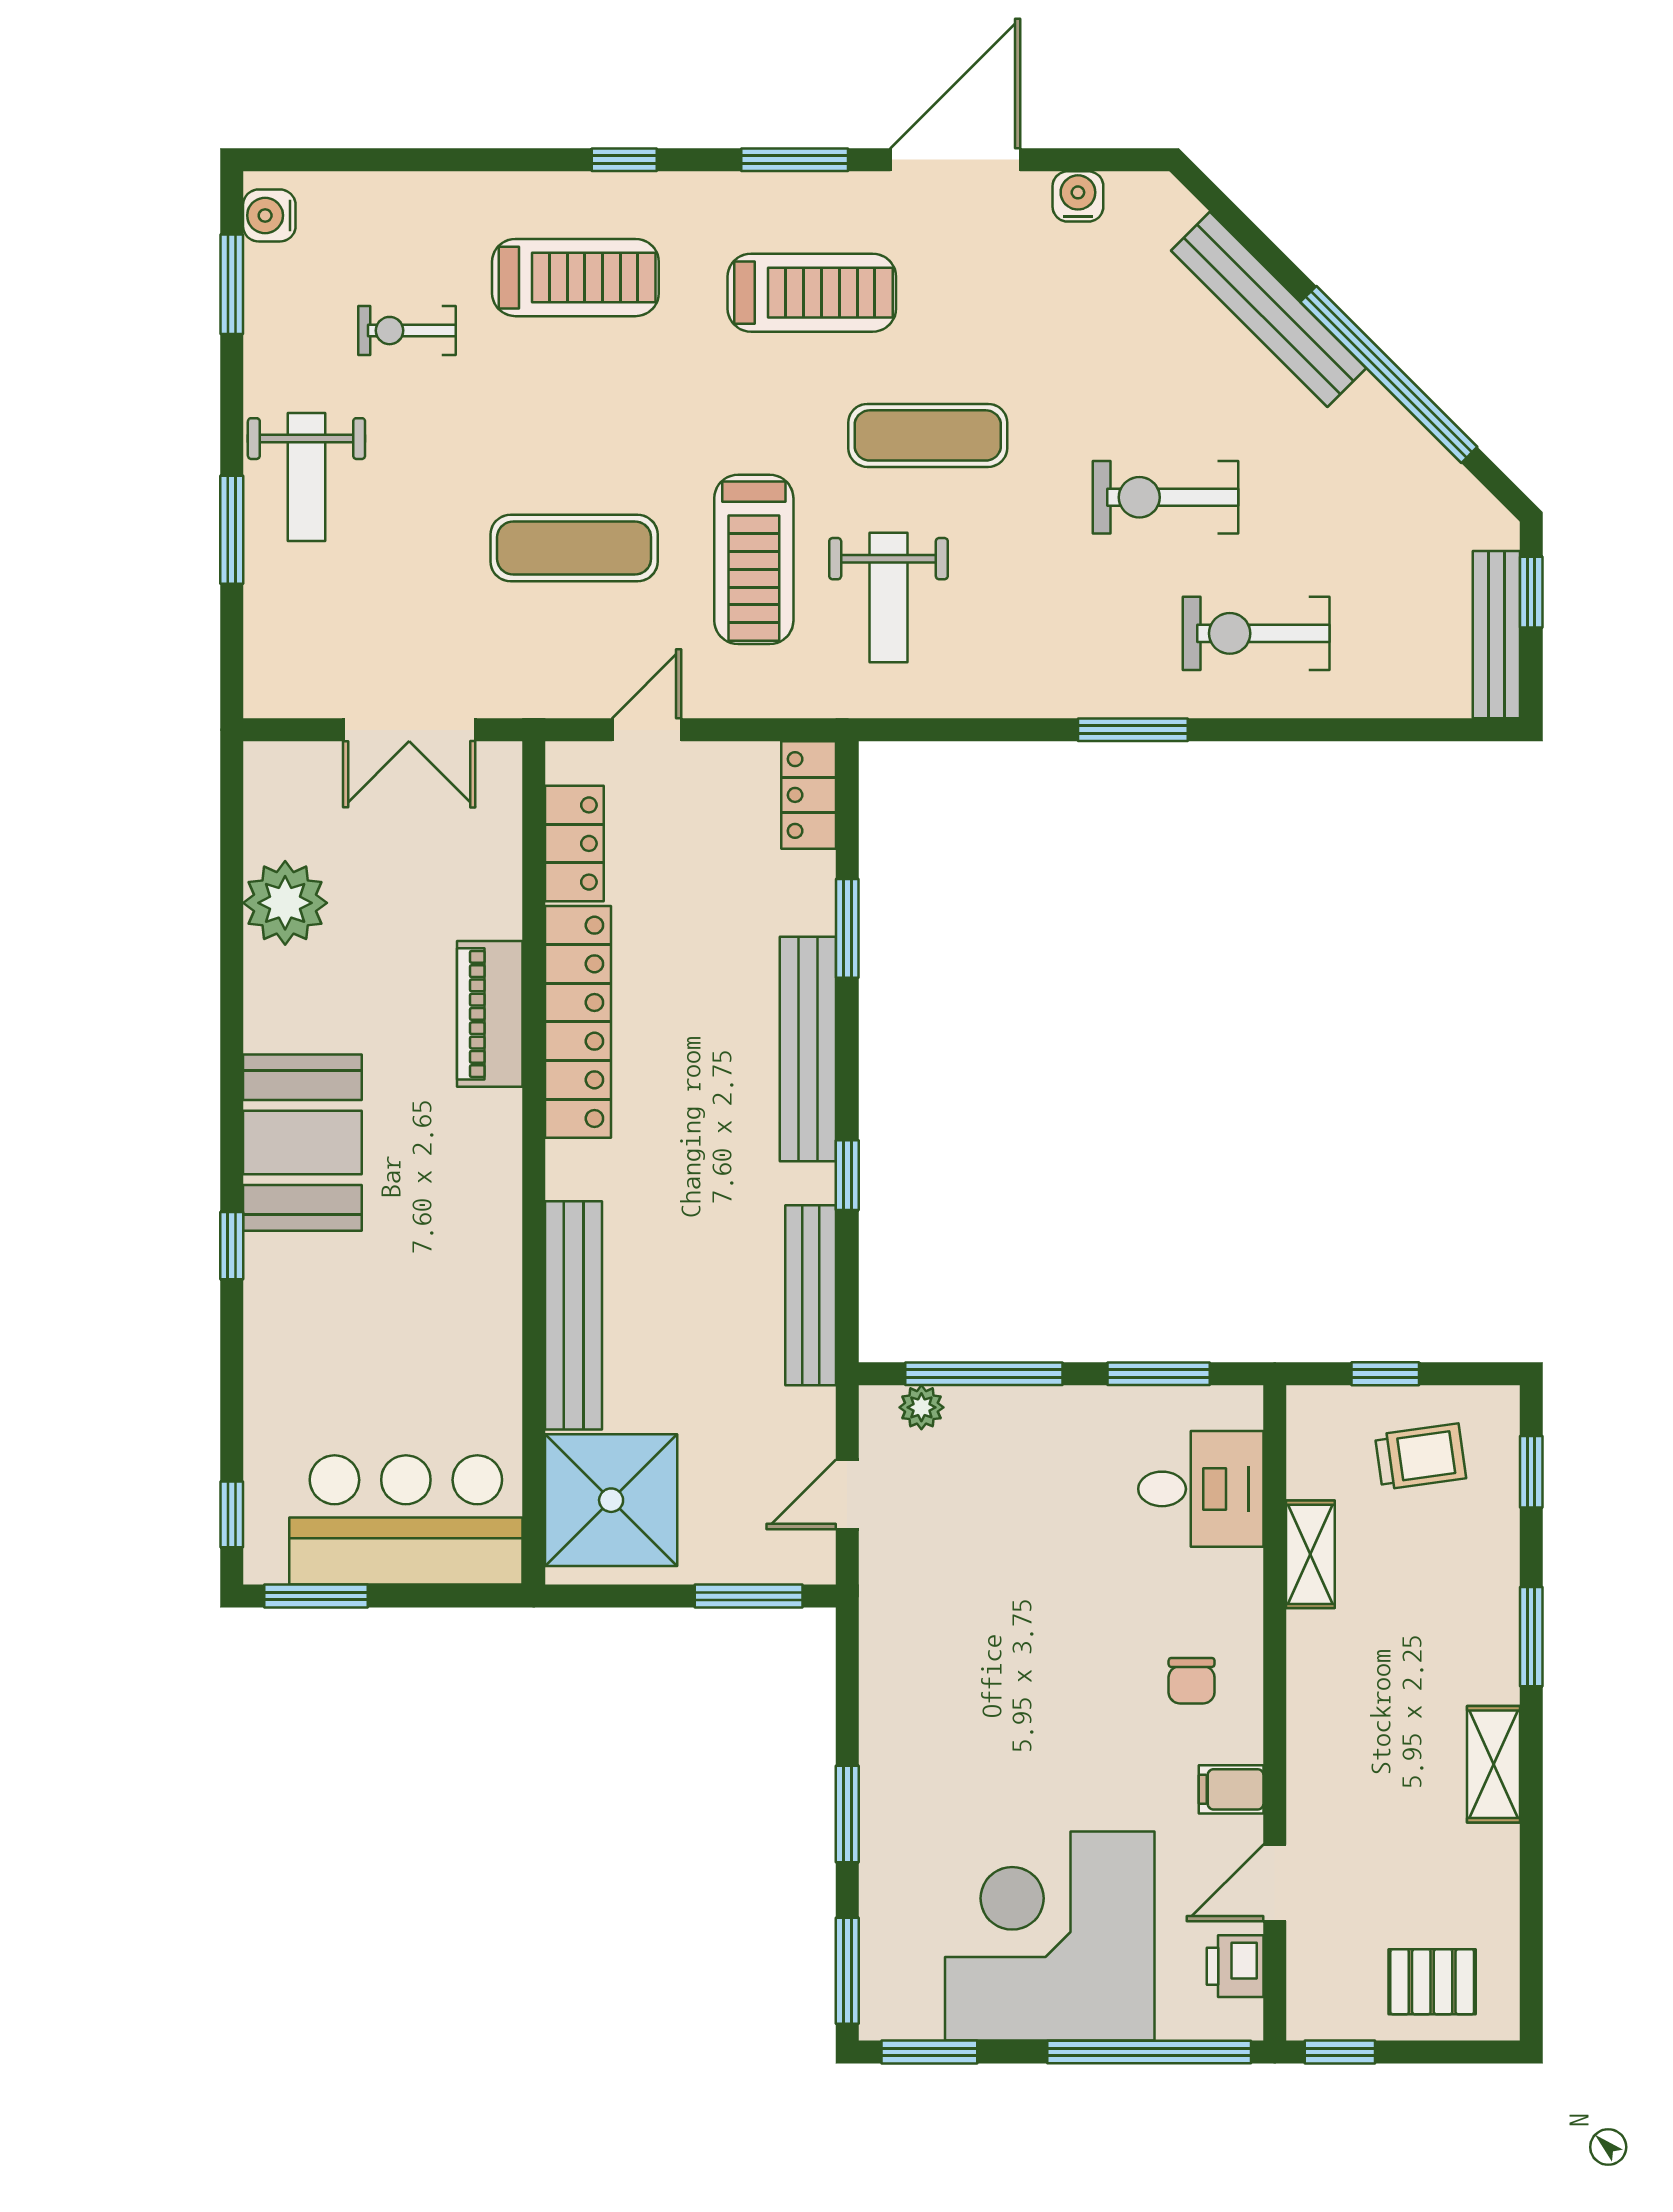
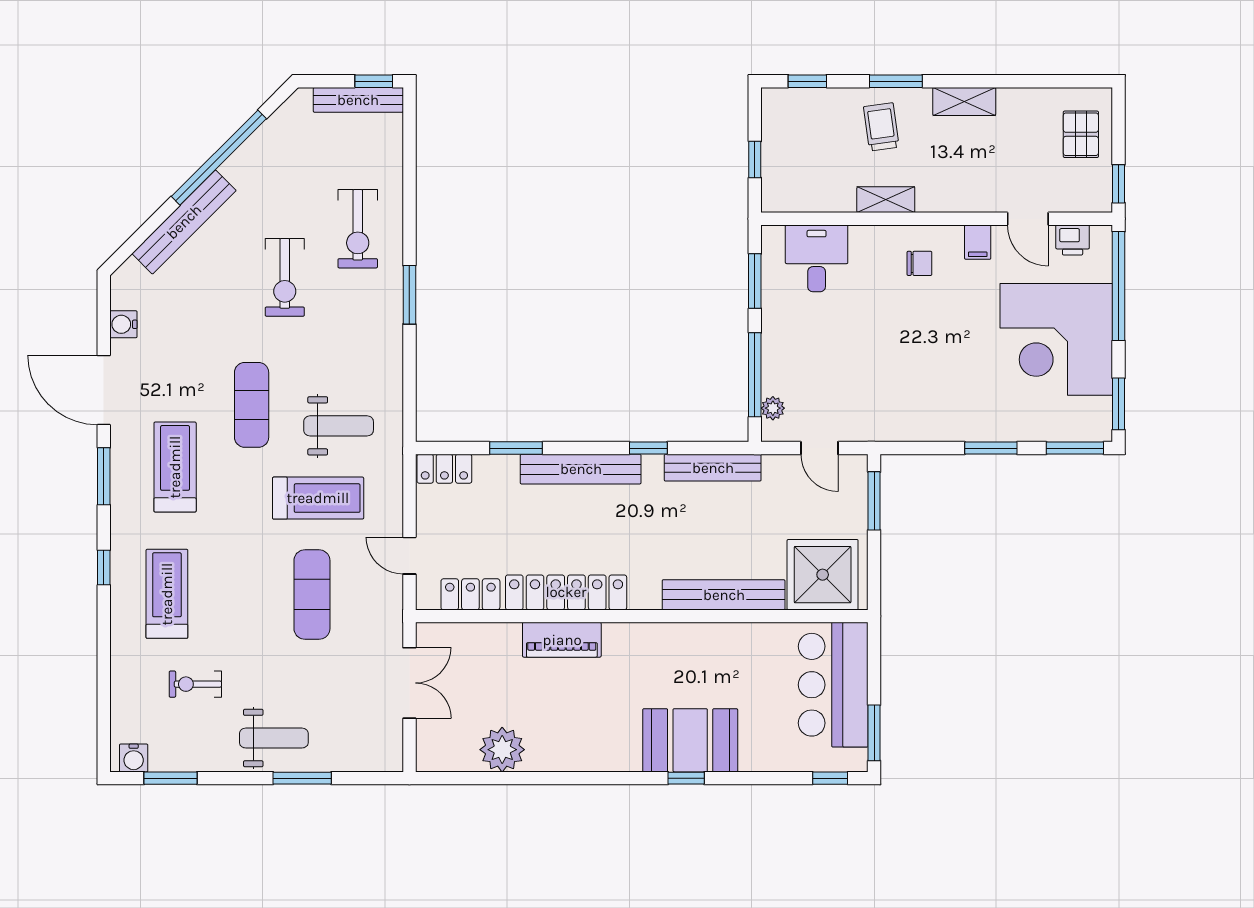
exercise bike: (407, 331) -> (195, 684), turned 90
window: (1531, 592) -> (374, 81), moved
booth: (302, 1143) -> (690, 740), moved
trolley: (1420, 1457) -> (881, 127), moved
shelving: (1310, 1554) -> (886, 200), moved

